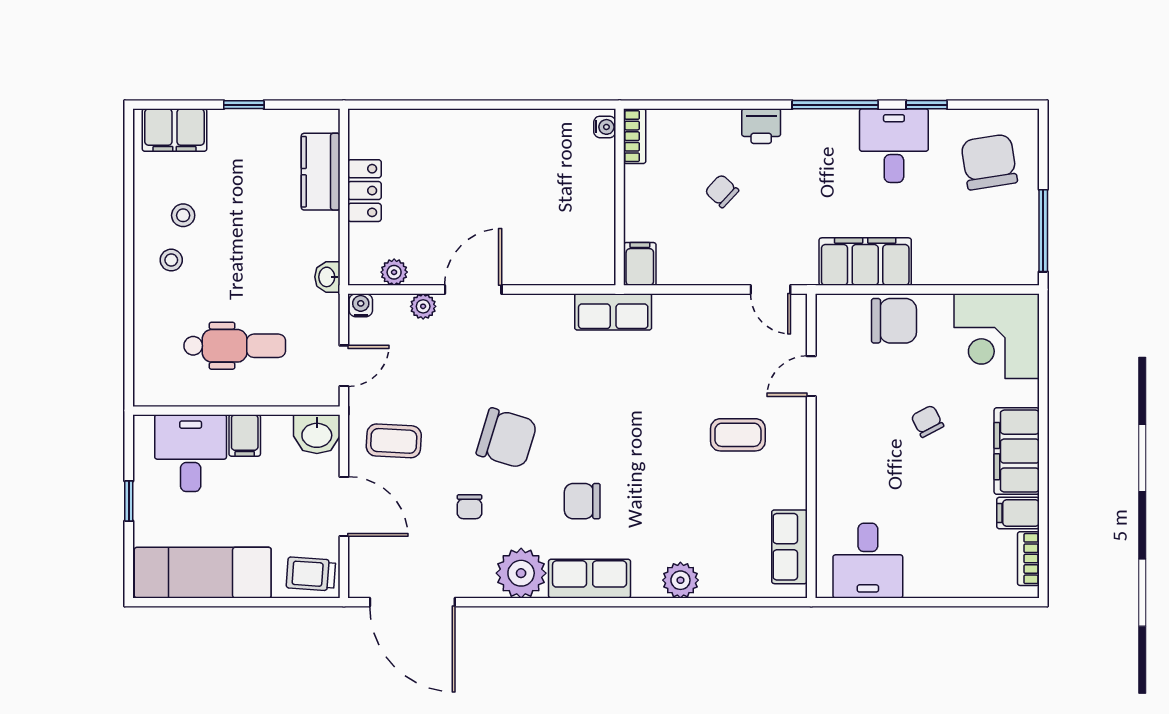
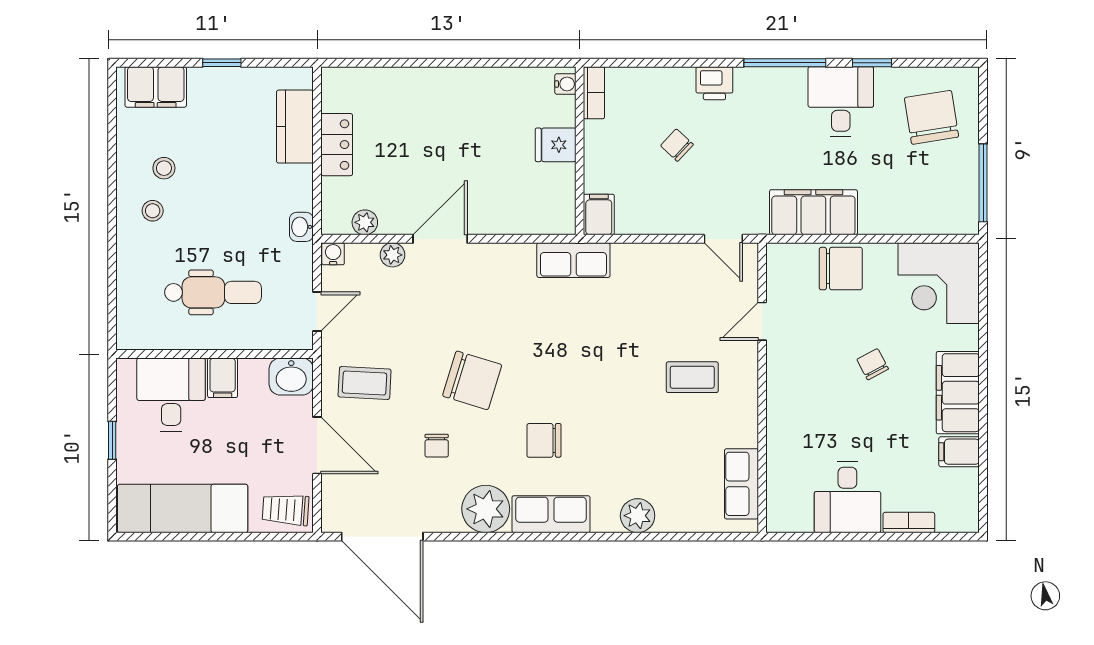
fridge: (594, 191) -> (556, 145), added
bookcase: (1028, 559) -> (909, 522), moved, turned 90
desk: (868, 561) -> (847, 497), moved

